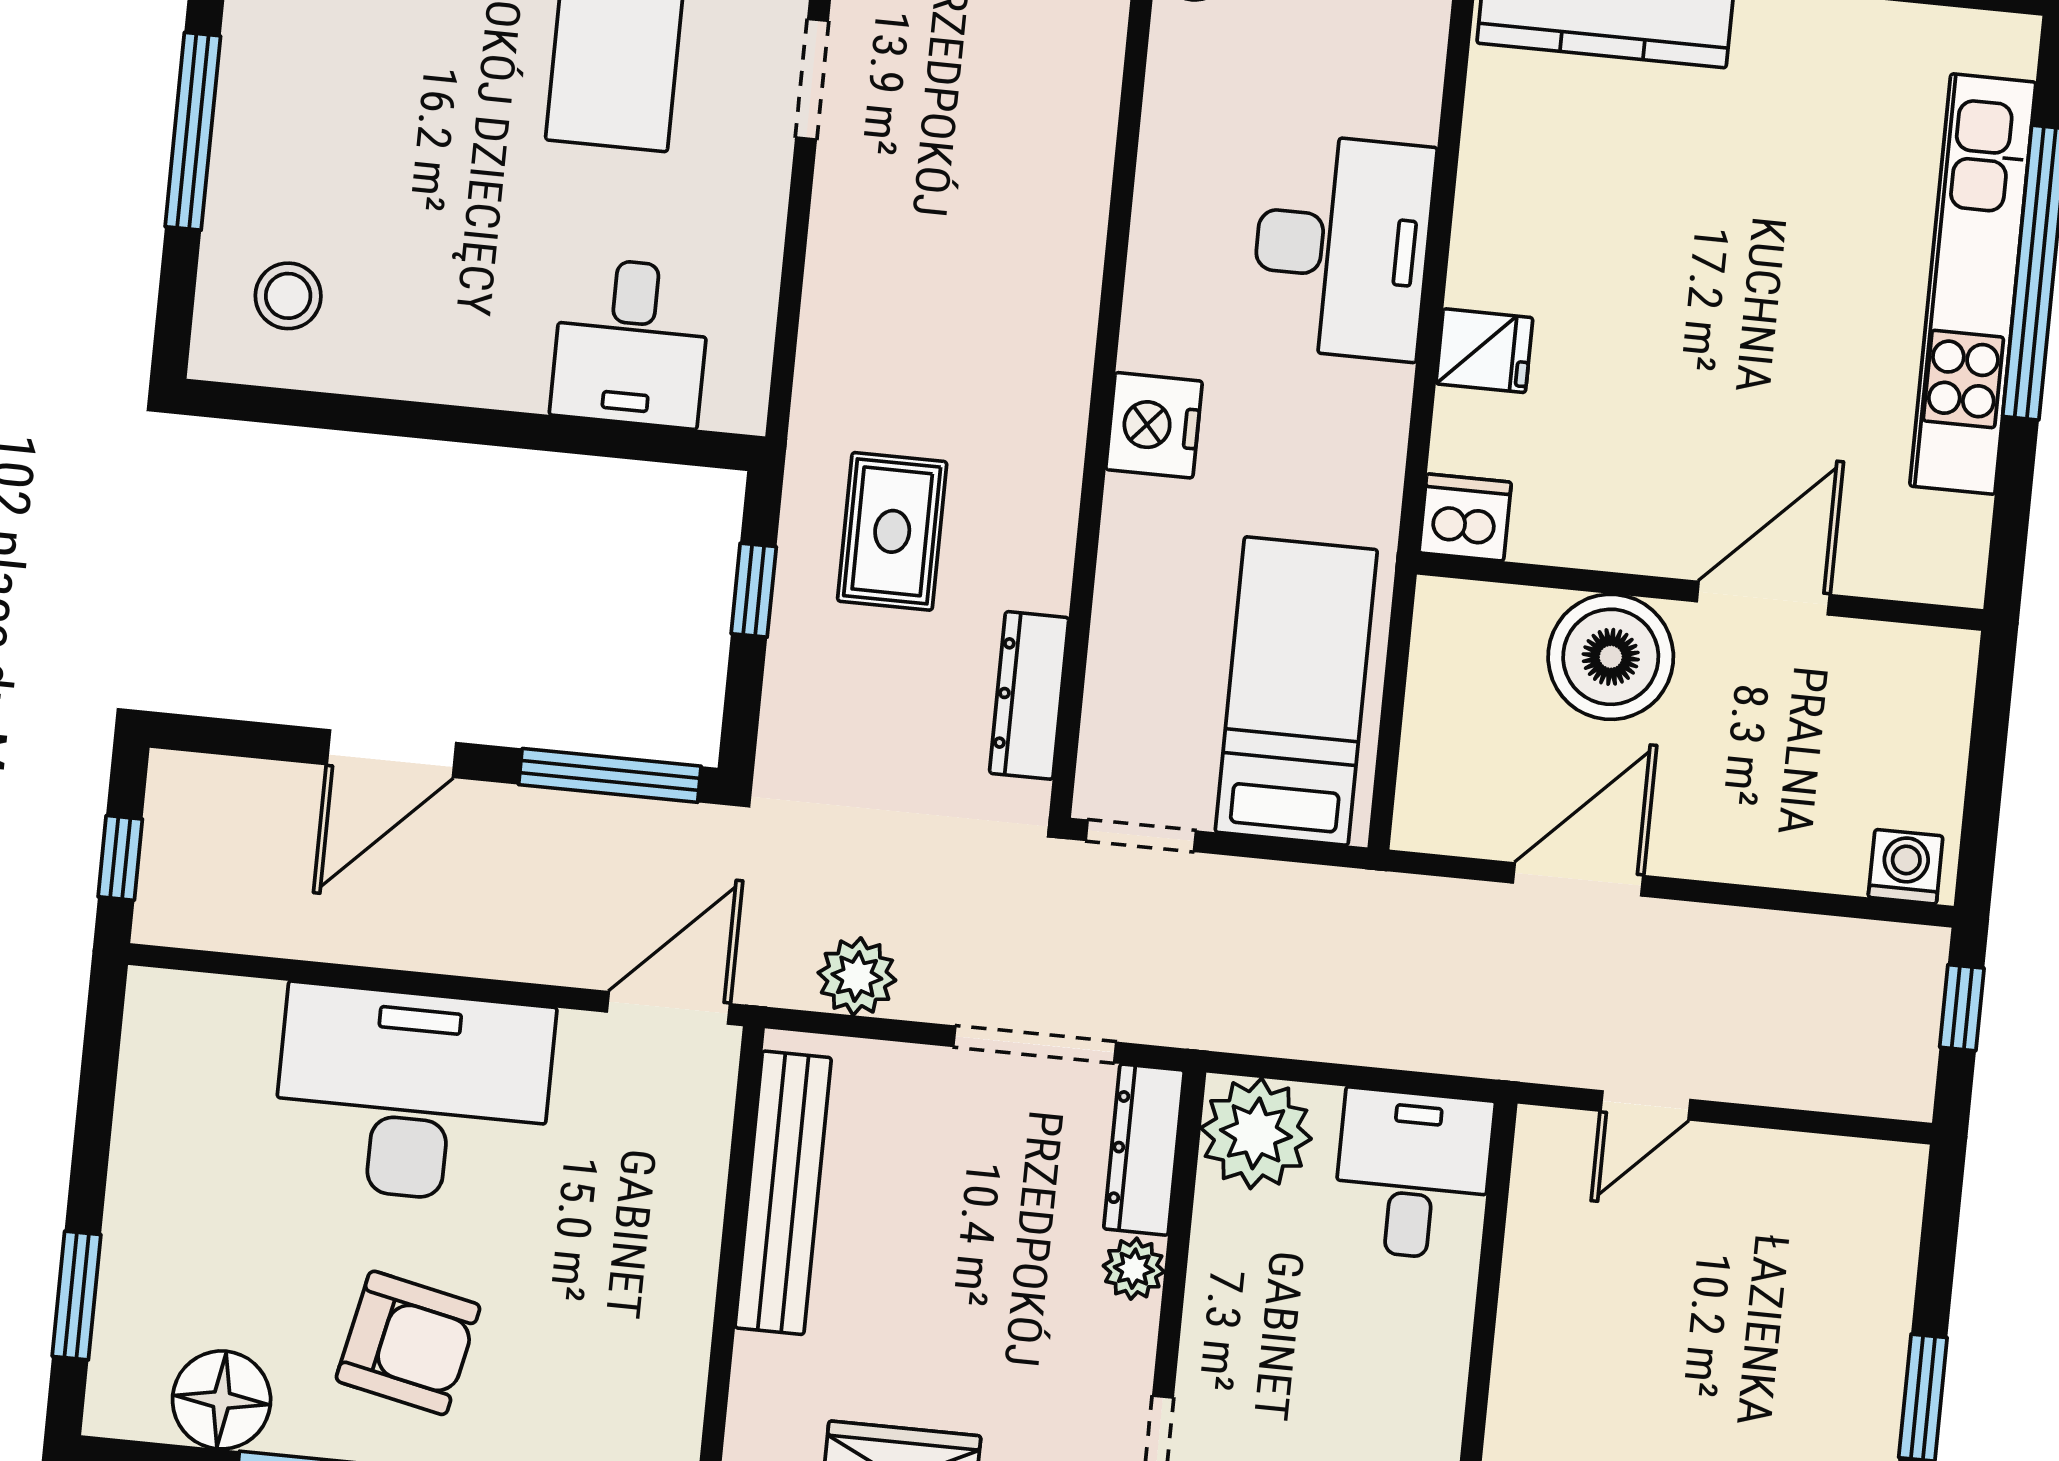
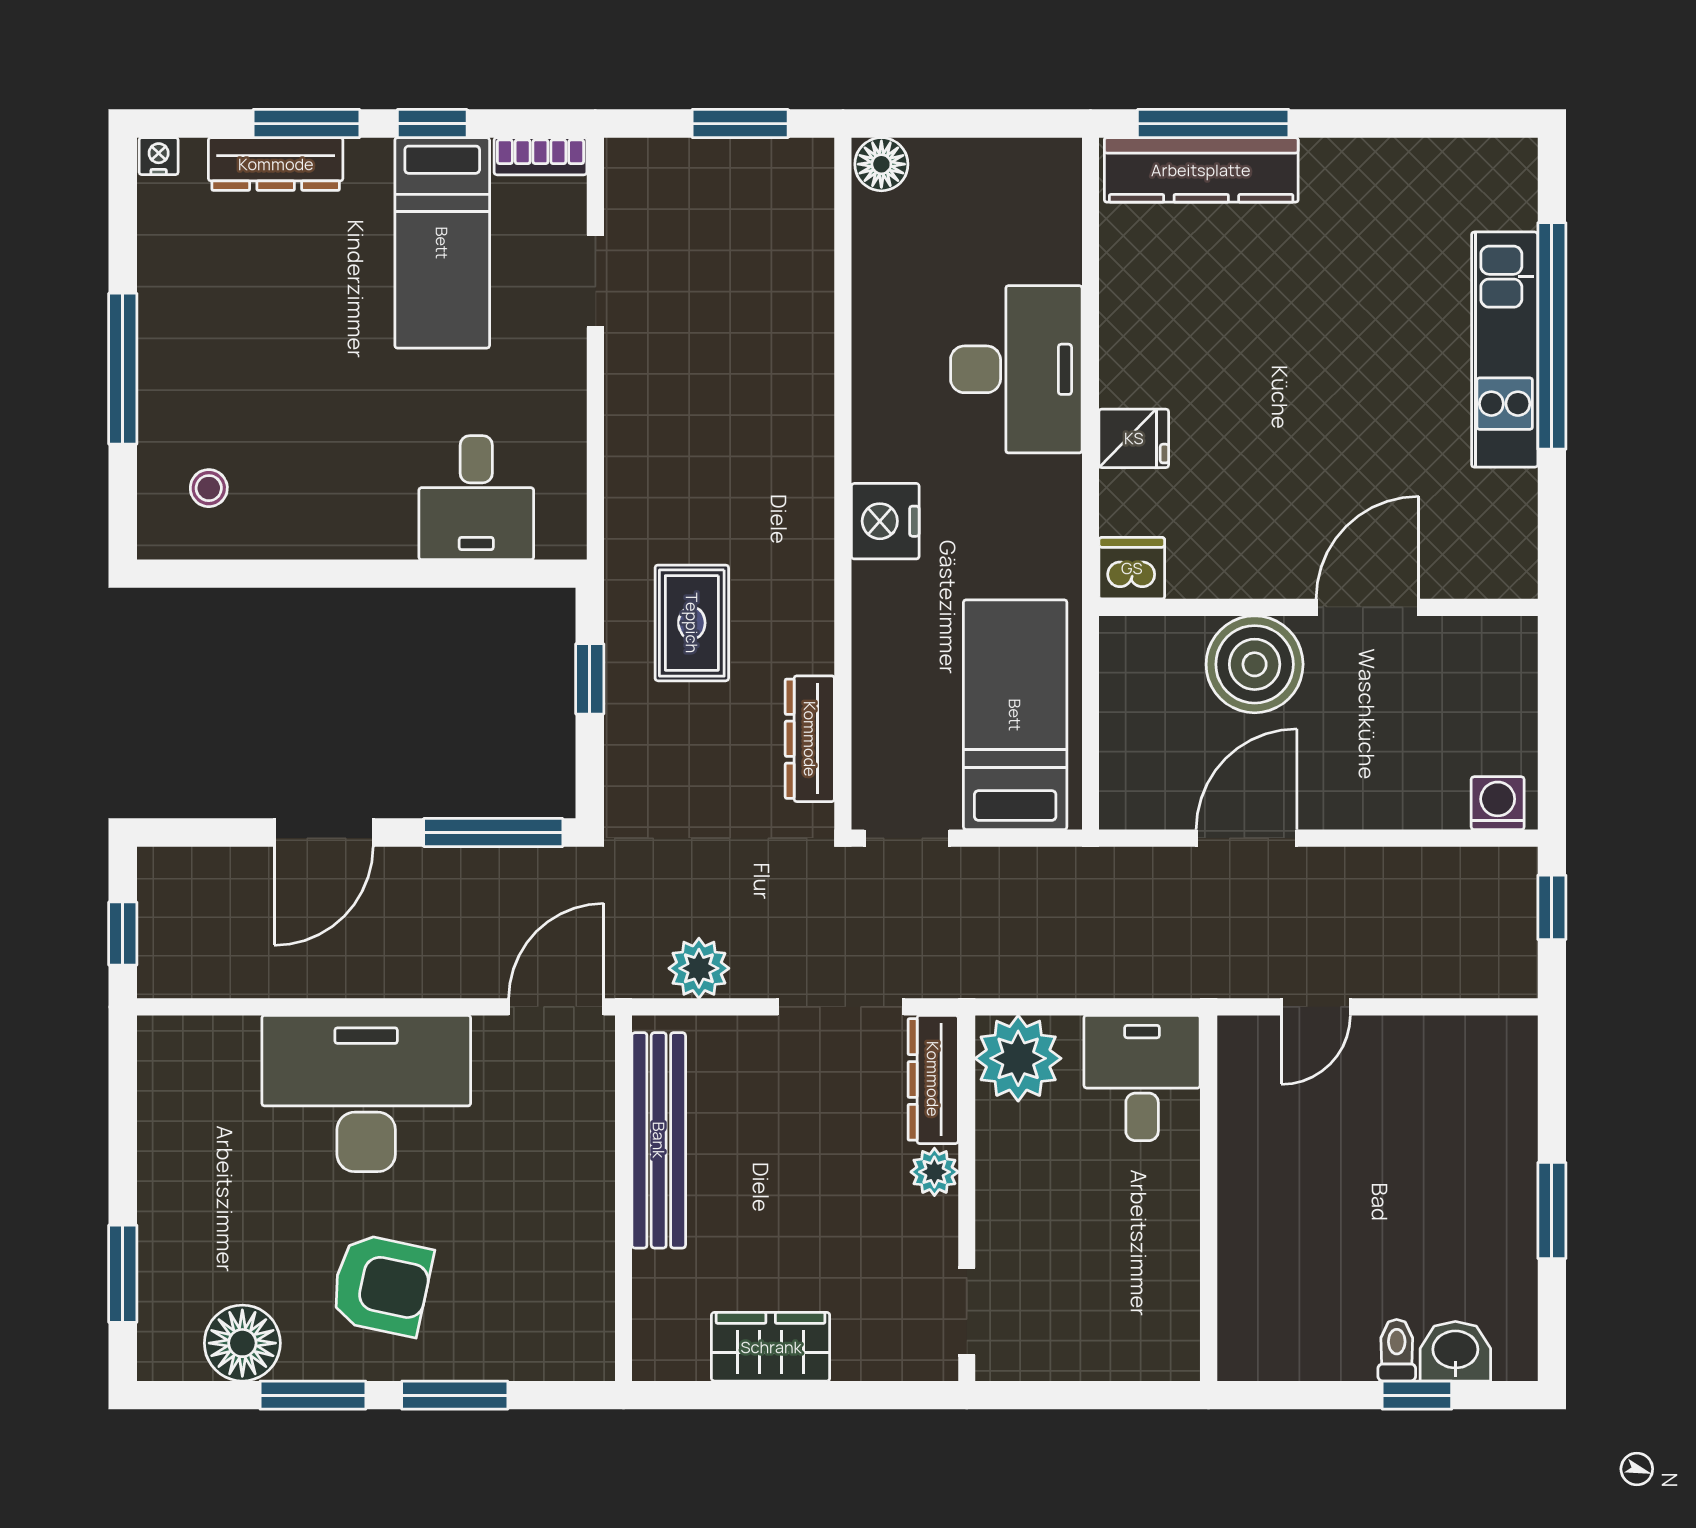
kitchen unit: (1973, 284) -> (1505, 350), width x0.73
stool: (288, 296) -> (209, 488), width x0.73, depth x0.73

